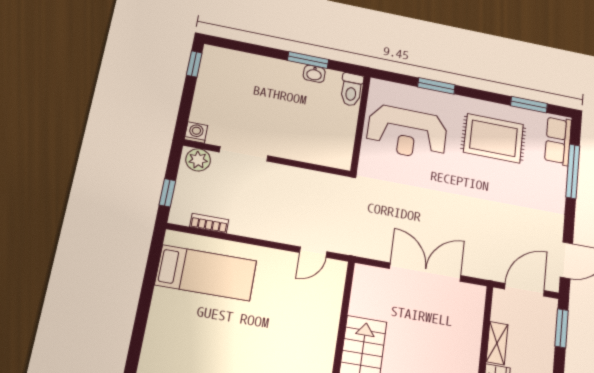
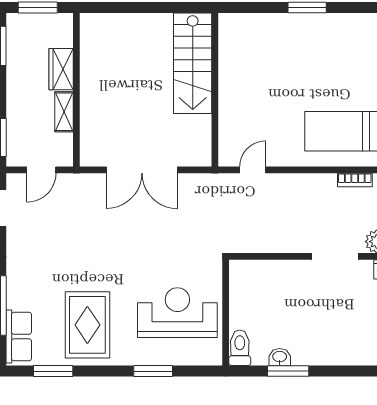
rug: (494, 138) -> (87, 325), turned 90
door: (524, 290) -> (41, 170), width x0.73

